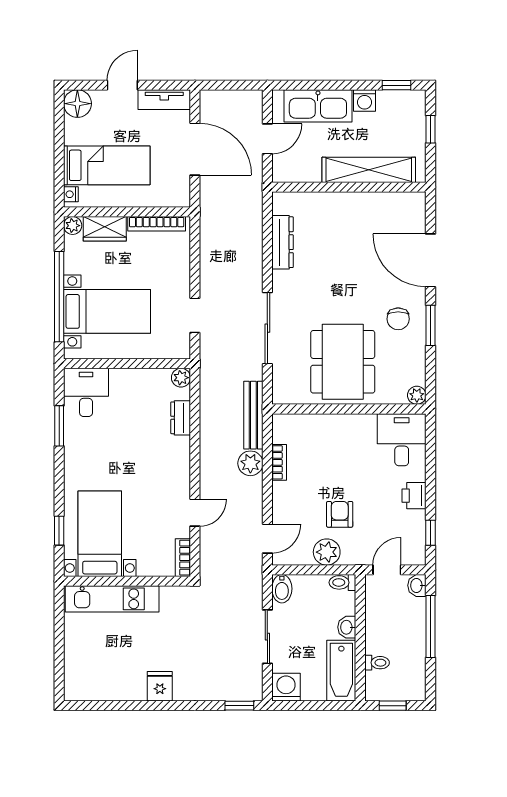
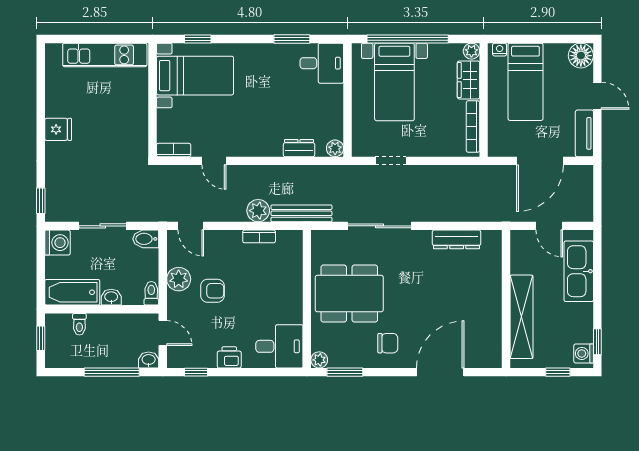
washing machine: (364, 100) -> (584, 353), moved
chair: (398, 319) -> (388, 343), turned 180
window: (430, 325) -> (345, 372), moved
kitchen unit: (112, 599) -> (105, 55), moved, turned -90

